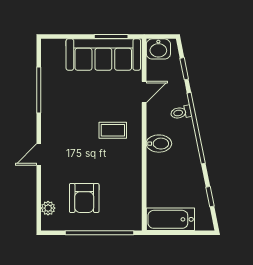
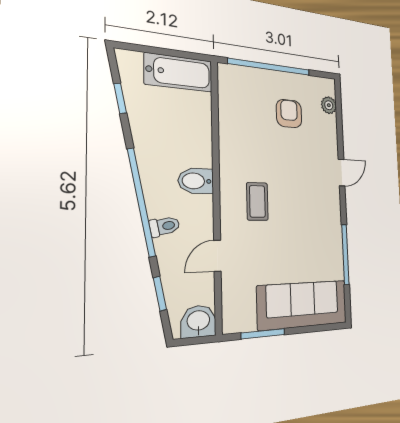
sofa: (103, 55) -> (303, 305), moved
coffee table: (113, 130) -> (257, 201), turned 90
armchair: (84, 198) -> (289, 114), width x0.72, depth x0.72

